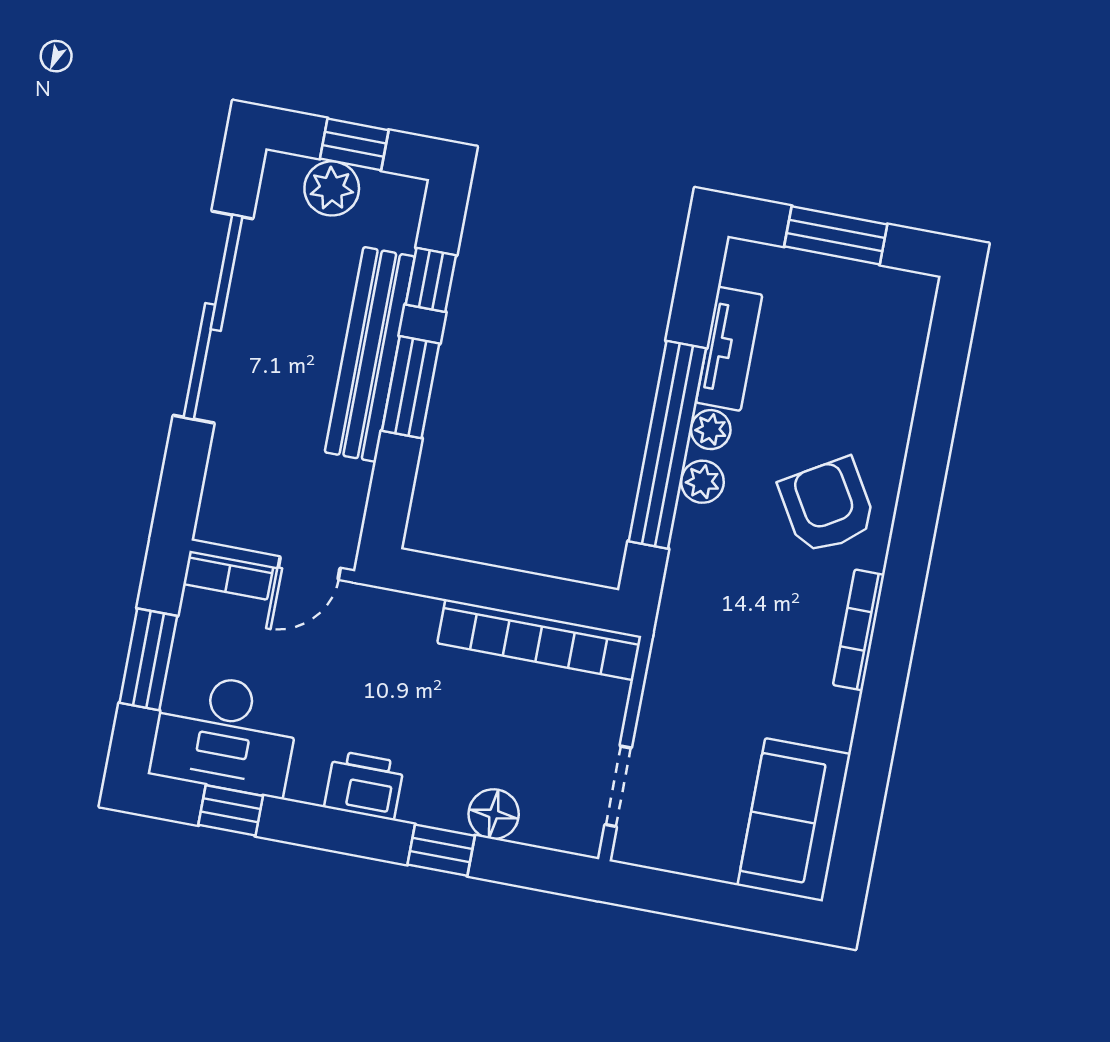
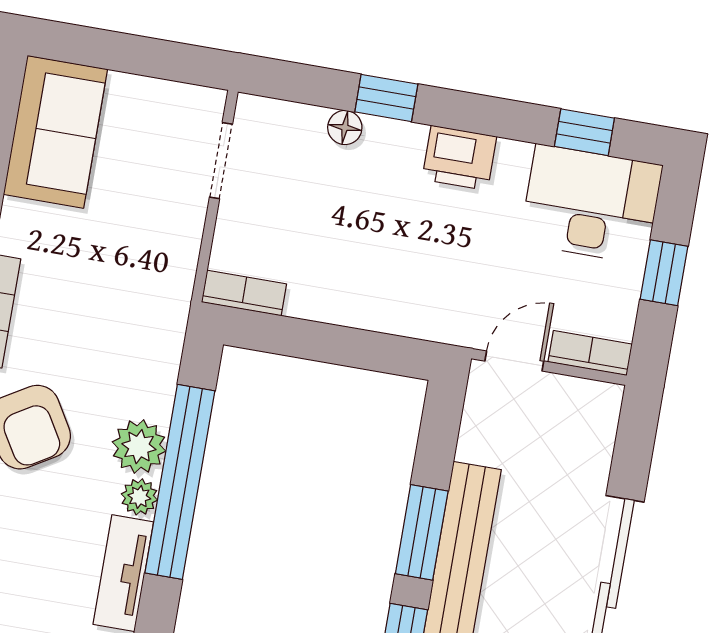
plant: (702, 482) -> (139, 447), width x1.38, depth x1.38
bookcase: (539, 640) -> (244, 293), width x0.43, depth x0.76
window: (148, 659) -> (664, 273), width x0.67
floor lamp: (494, 814) -> (345, 128), width x0.73, depth x0.73

